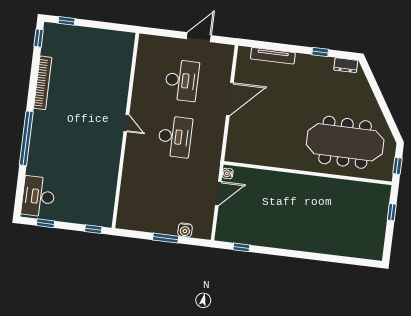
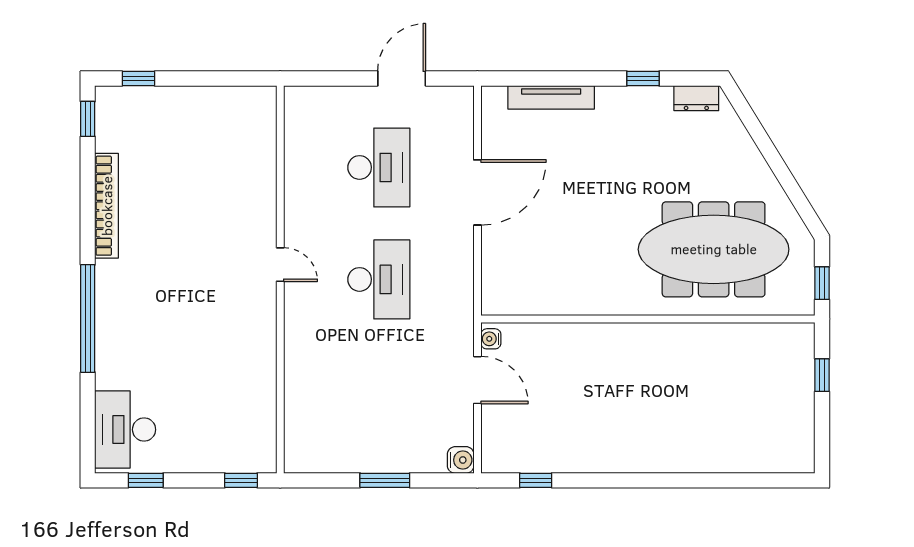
door: (218, 193) -> (477, 380), hinge flipped
water cooler: (185, 230) -> (461, 460), moved, turned -90

